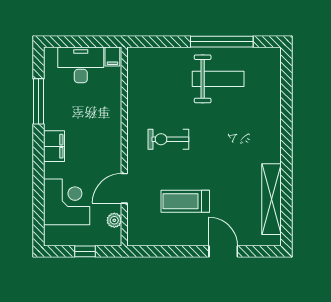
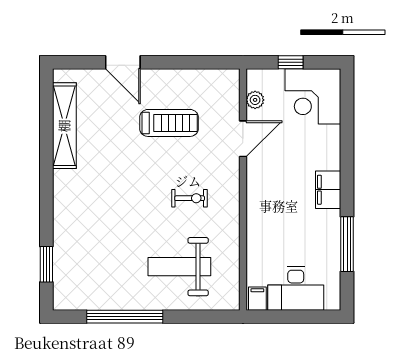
weight bench: (218, 79) -> (179, 267), moved
window: (286, 85) -> (46, 264), added
exercise bike: (168, 139) -> (190, 198), width x0.73, depth x0.72
corner desk: (67, 202) -> (313, 96), moved

